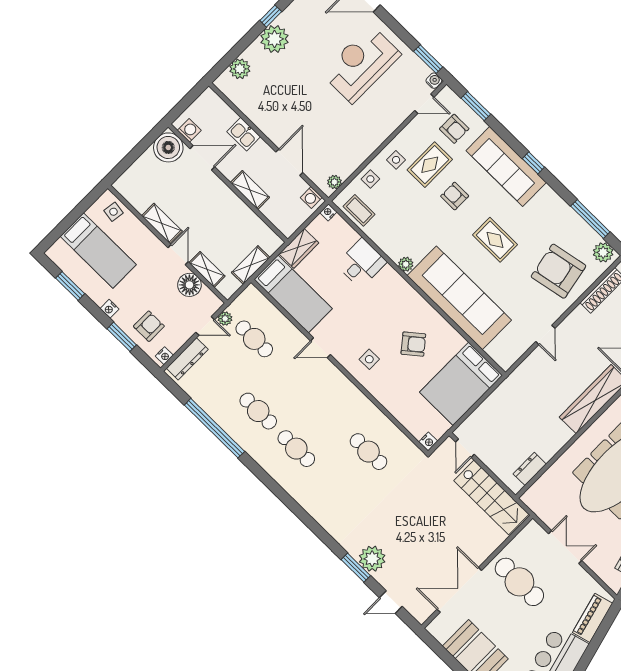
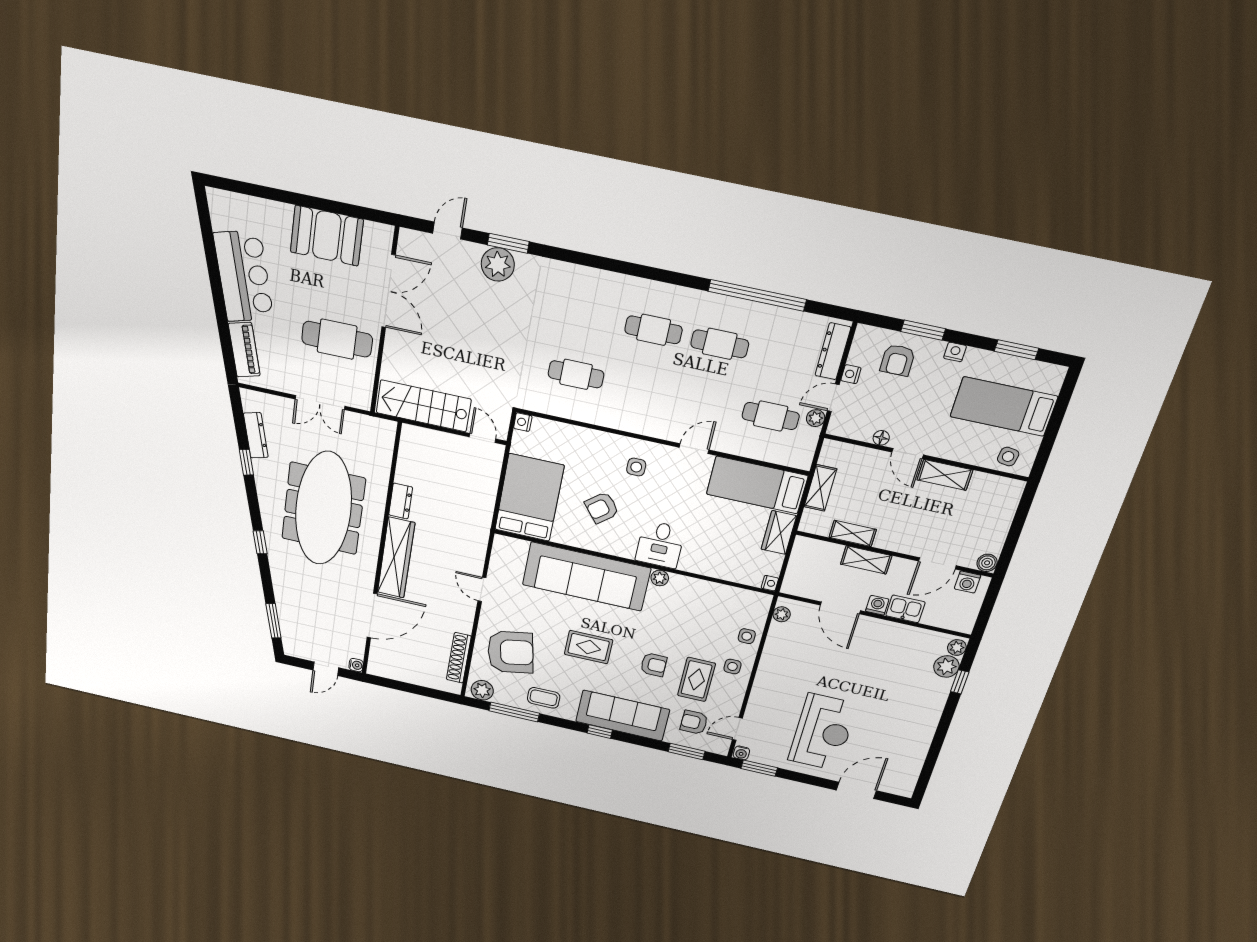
window: (271, 16) -> (960, 682), moved
plant: (274, 39) -> (957, 648), moved, width x0.53, depth x0.53
boiler: (168, 147) -> (987, 563), width x0.54, depth x0.54
washing machine: (311, 198) -> (877, 605), moved
coffee table: (359, 210) -> (544, 698), moved
desk: (361, 263) -> (660, 544), moved
shelving: (207, 269) -> (853, 533), moved
floor lamp: (189, 285) -> (881, 438), width x0.53, depth x0.53
nightstand: (164, 356) -> (851, 374), moved
dresser: (530, 469) -> (401, 501), moved

